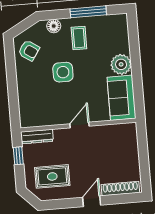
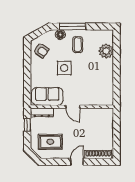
window: (88, 12) -> (73, 27), moved
plant: (121, 64) -> (106, 51), moved
sofa: (121, 98) -> (47, 96), moved, turned 90
door: (79, 125) -> (73, 107), swing flipped

